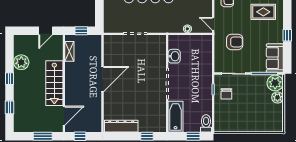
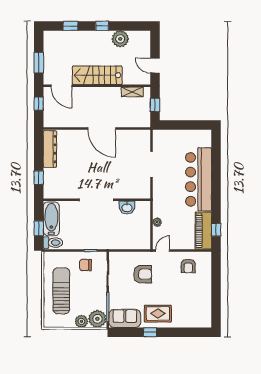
rug: (263, 12) -> (158, 314), moved, turned 90
armchair: (235, 42) -> (143, 274), turned -90
sun lounger: (250, 116) -> (61, 291), added
bathtub: (176, 117) -> (51, 219), moved, turned -90

